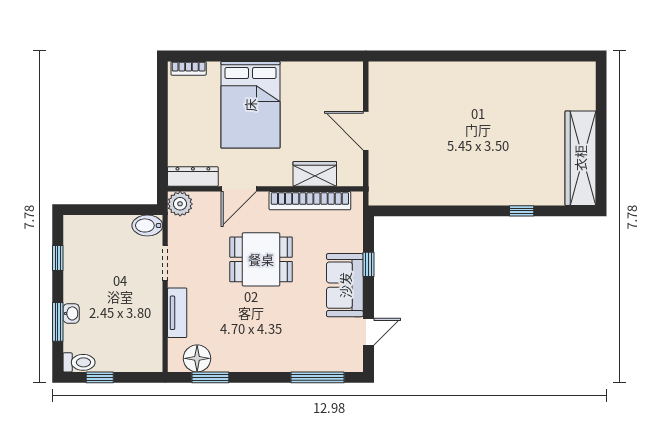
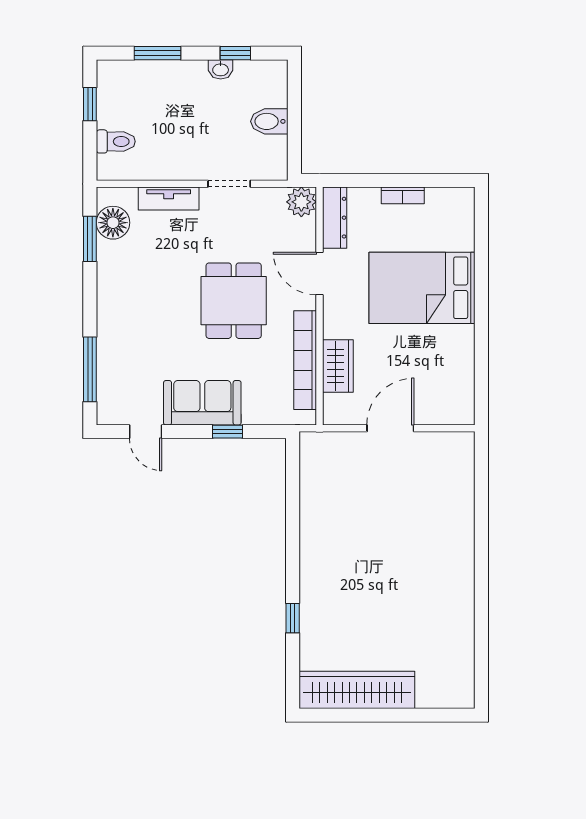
bookcase: (189, 68) -> (403, 195), moved, turned -90
bidet: (147, 225) -> (269, 121), moved, turned -90
washbasin: (71, 313) -> (221, 69), moved
toilet: (79, 362) -> (116, 141), moved, turned -90

